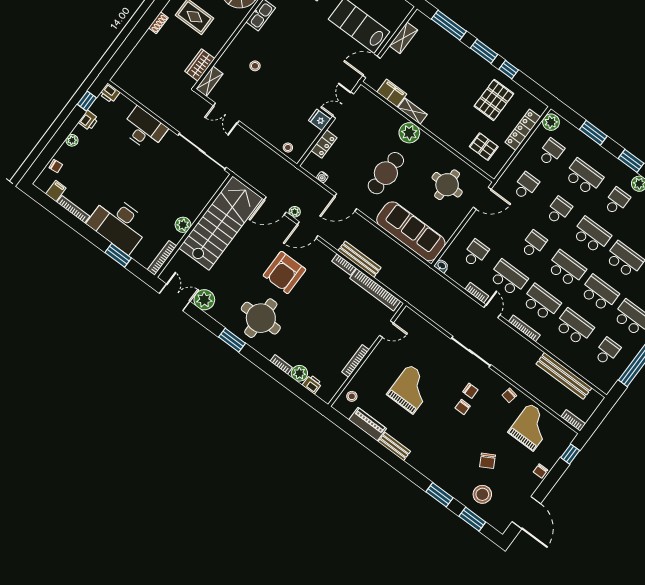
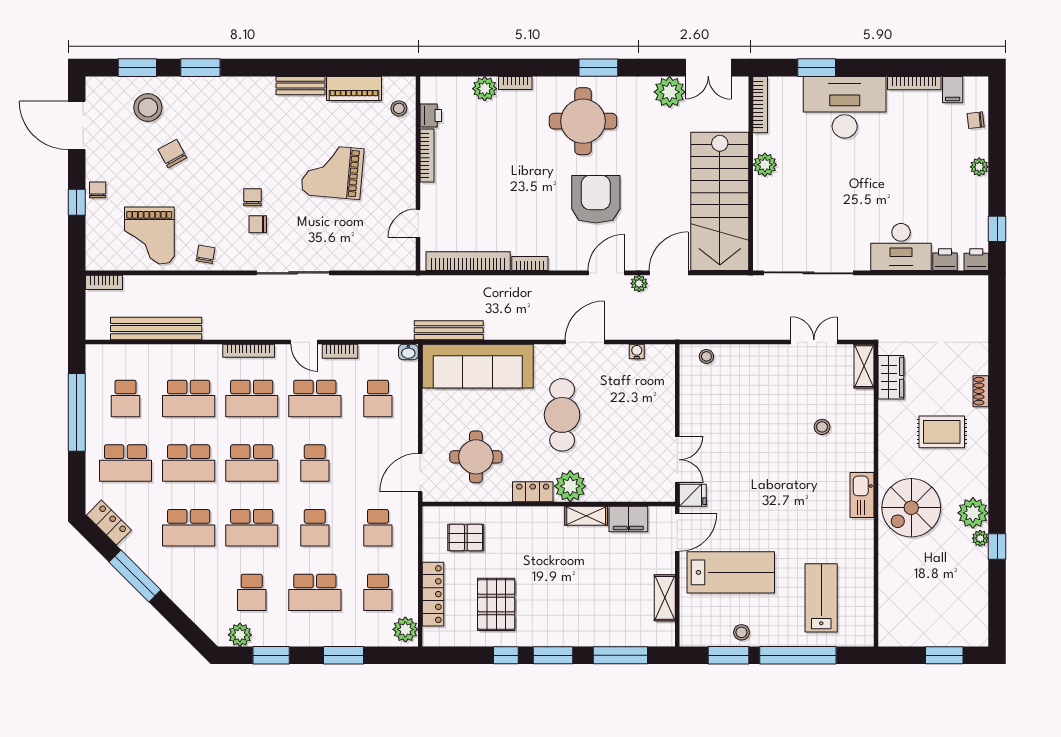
printer: (88, 120) -> (945, 260), moved, turned 90
fridge: (320, 120) -> (693, 495), moved
locker: (324, 144) -> (533, 492), moved, turned 90
bench: (360, 259) -> (449, 330), moved
printer: (312, 384) -> (431, 116), moved, turned -90
grand piano: (411, 389) -> (332, 172), turned 95
window: (570, 454) -> (77, 202), moved

